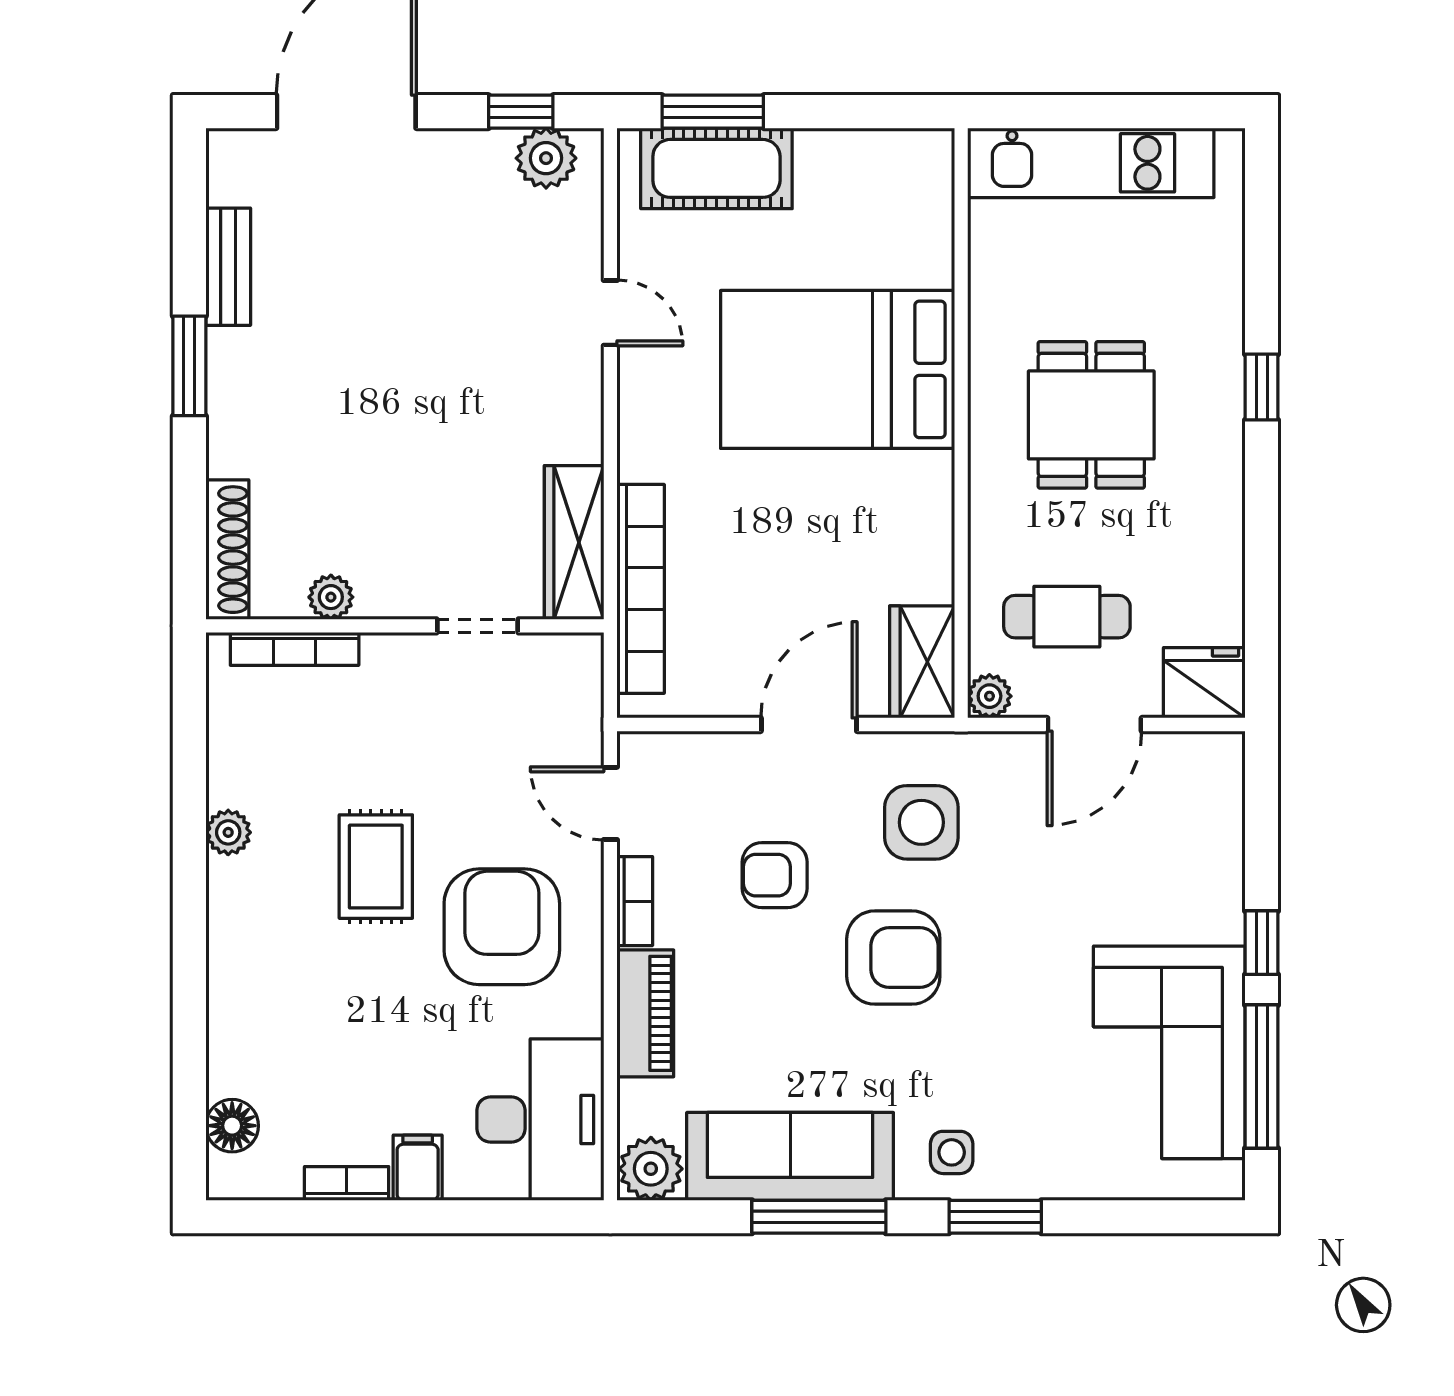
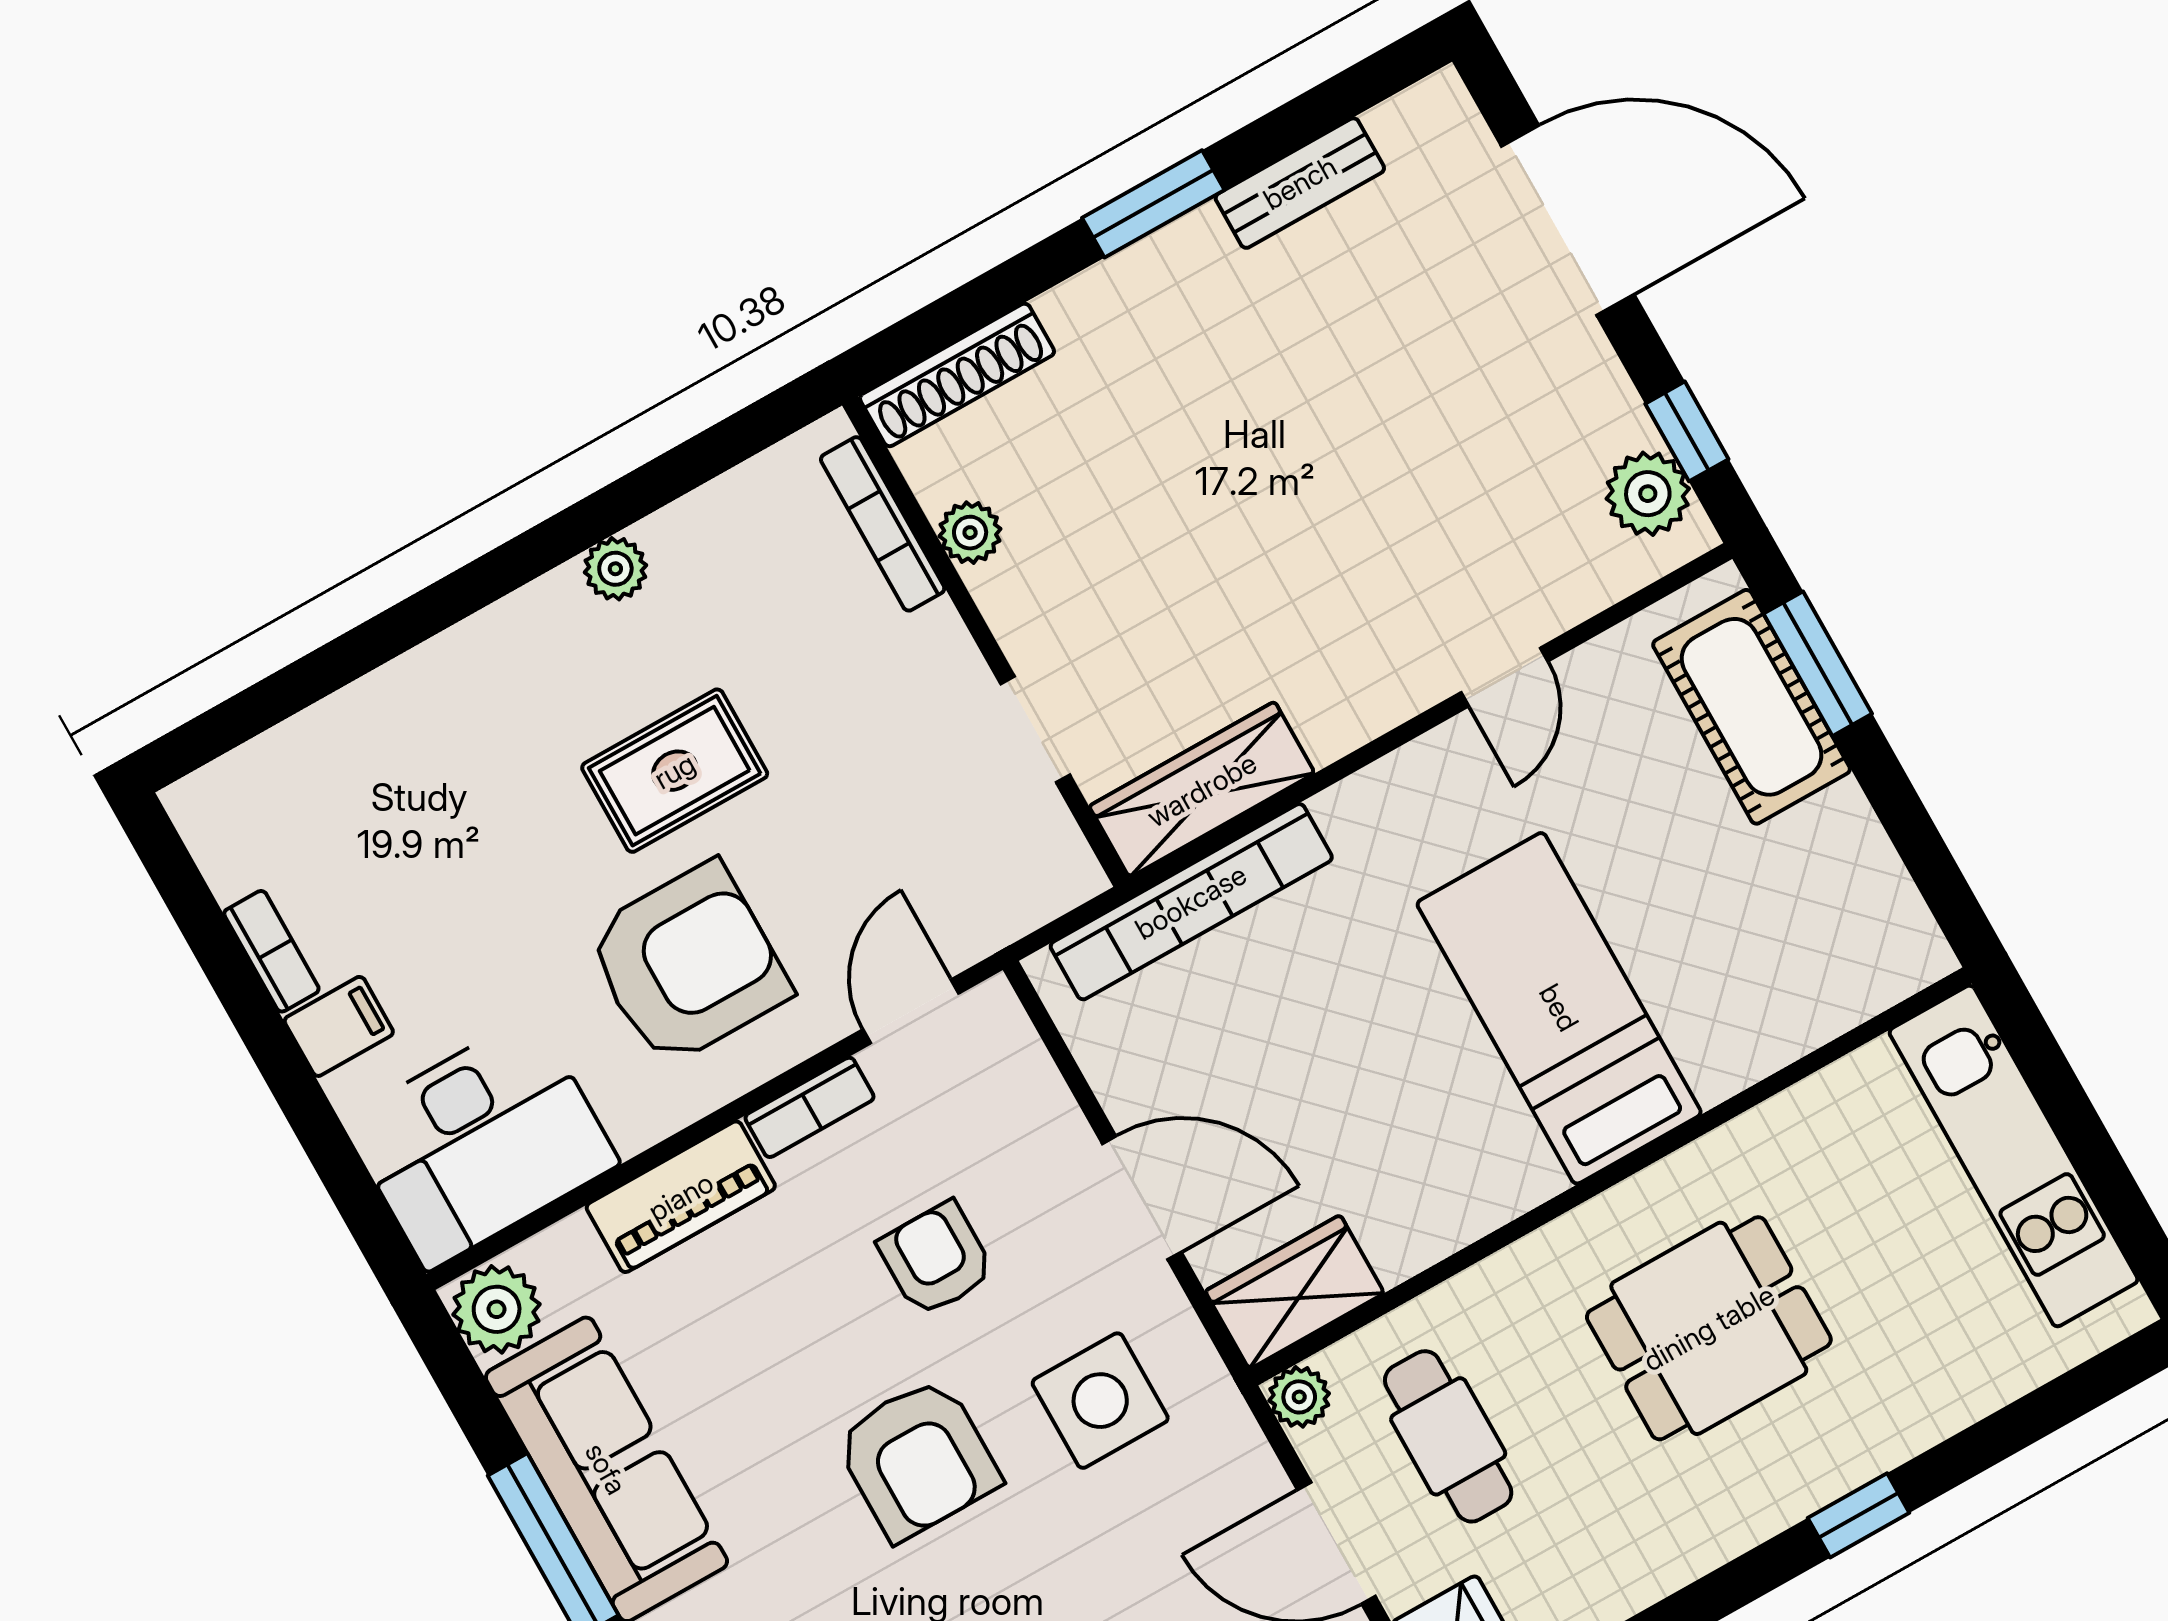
bed: (838, 369) -> (1559, 1008), width x0.67
floor lamp: (232, 1126) -> (263, 773), removed

